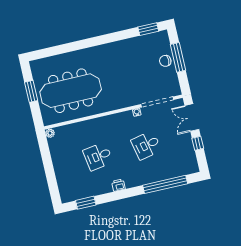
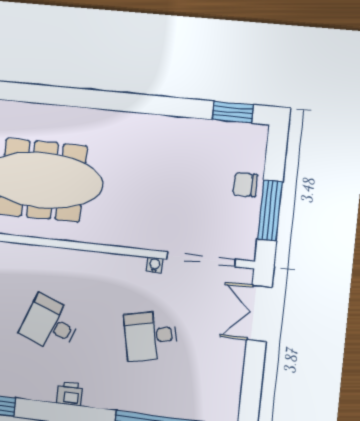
window: (178, 57) -> (270, 210), moved
window: (198, 143) -> (253, 368), removed
desk: (98, 156) -> (50, 324), turned 30

